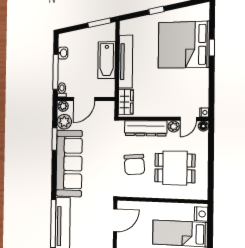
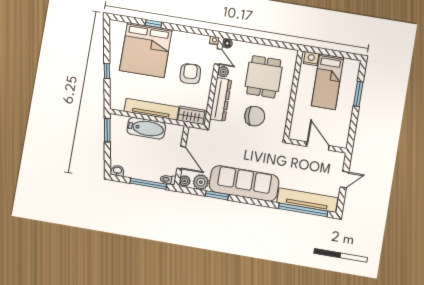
washbasin: (63, 53) -> (118, 171), moved
armchair: (166, 94) -> (190, 74), added
door: (115, 220) -> (318, 146), moved

